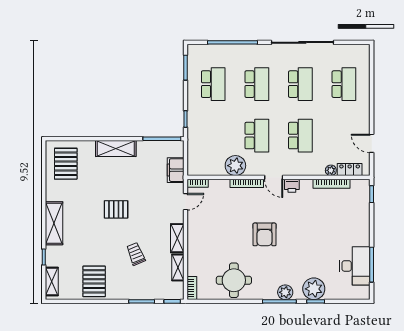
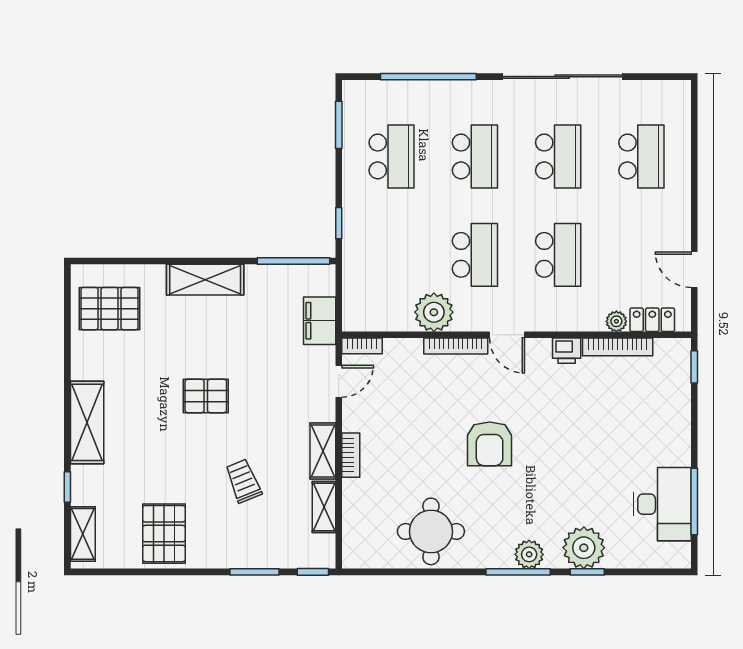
pallet: (66, 164) -> (110, 309), turned 90
printer: (292, 186) -> (567, 351), moved
bookcase: (192, 288) -> (351, 455), moved

